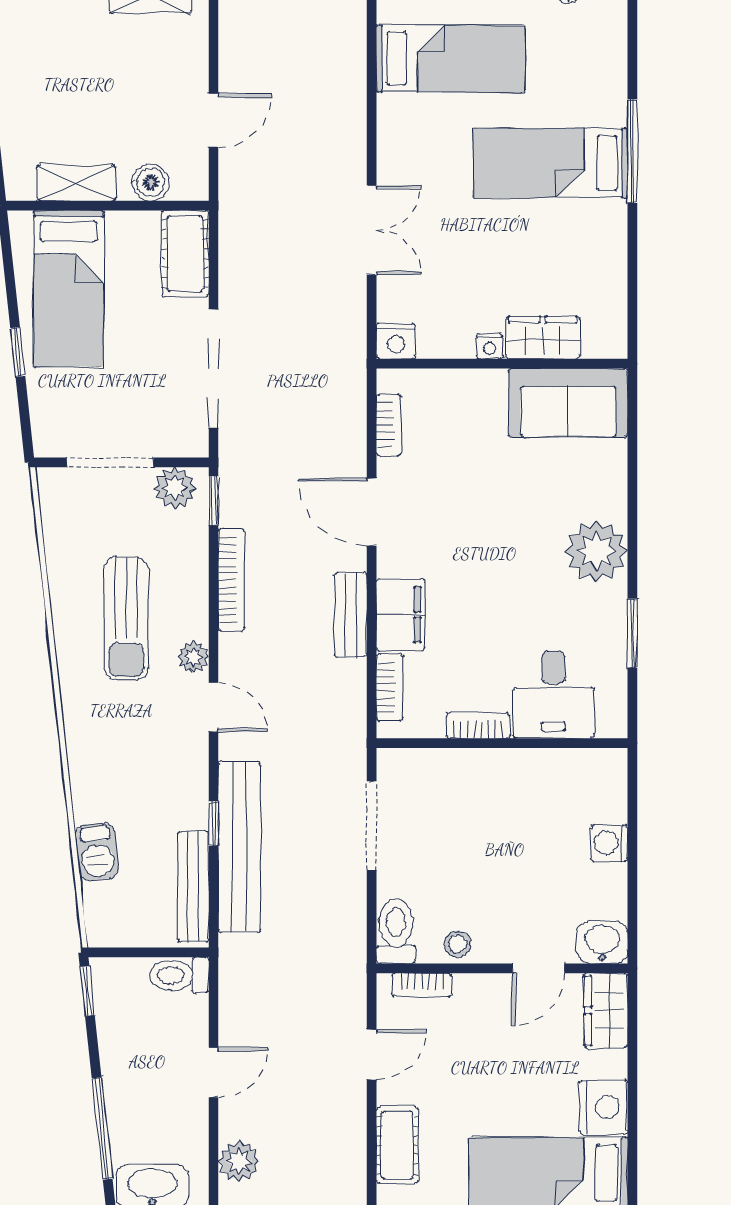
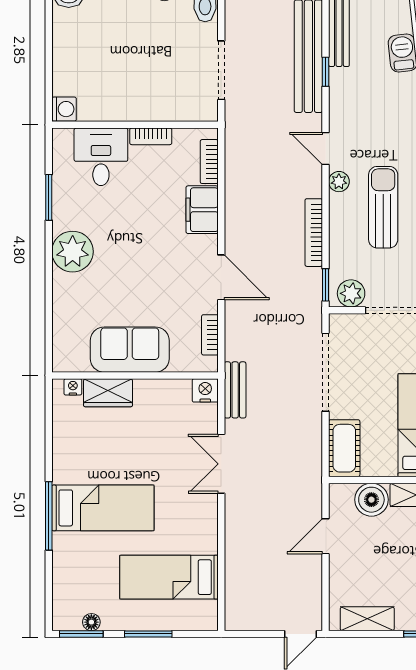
boiler: (151, 182) -> (371, 500), width x1.36, depth x1.36
nightstand: (490, 346) -> (73, 387), moved
sofa: (568, 403) -> (130, 350), moved
bench: (351, 615) -> (235, 390), moved
washing machine: (609, 843) -> (64, 109), moved

